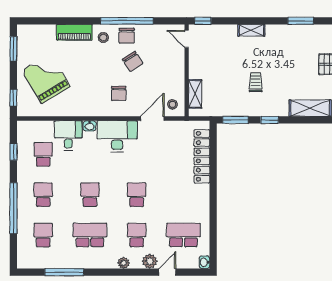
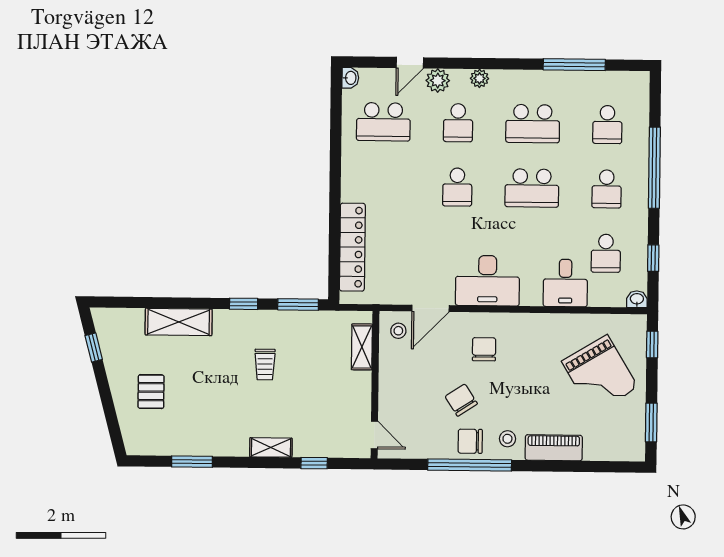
window: (203, 21) -> (314, 463), moved
chair: (127, 36) -> (470, 441), turned -90
washbasin: (90, 126) -> (637, 299), moved
school desk: (90, 195) -> (532, 188), width x1.85

